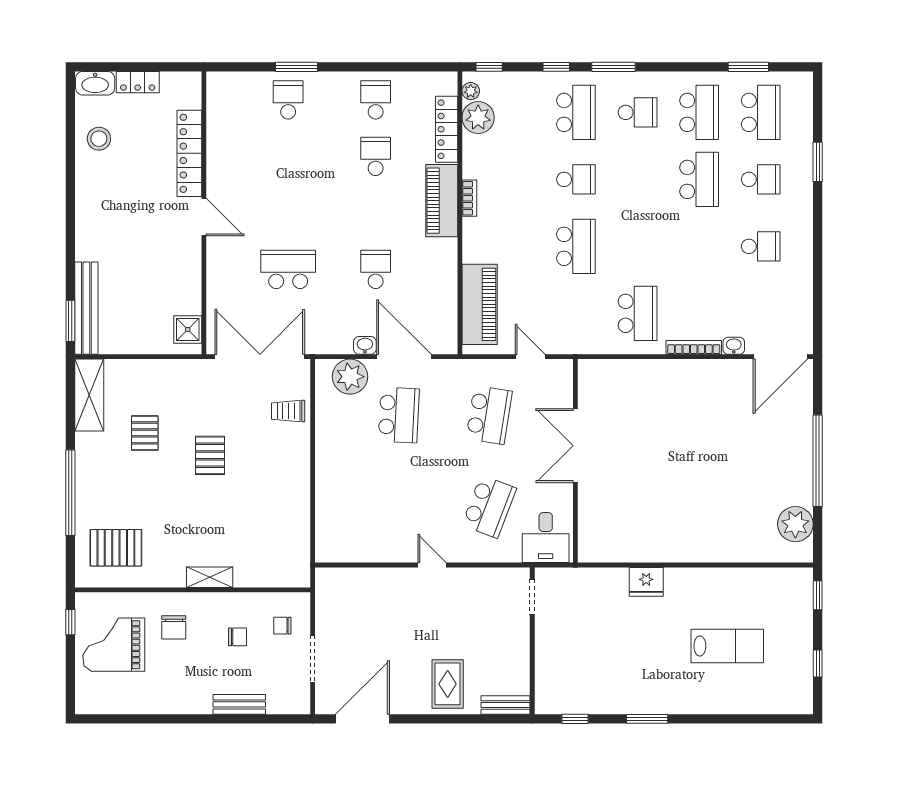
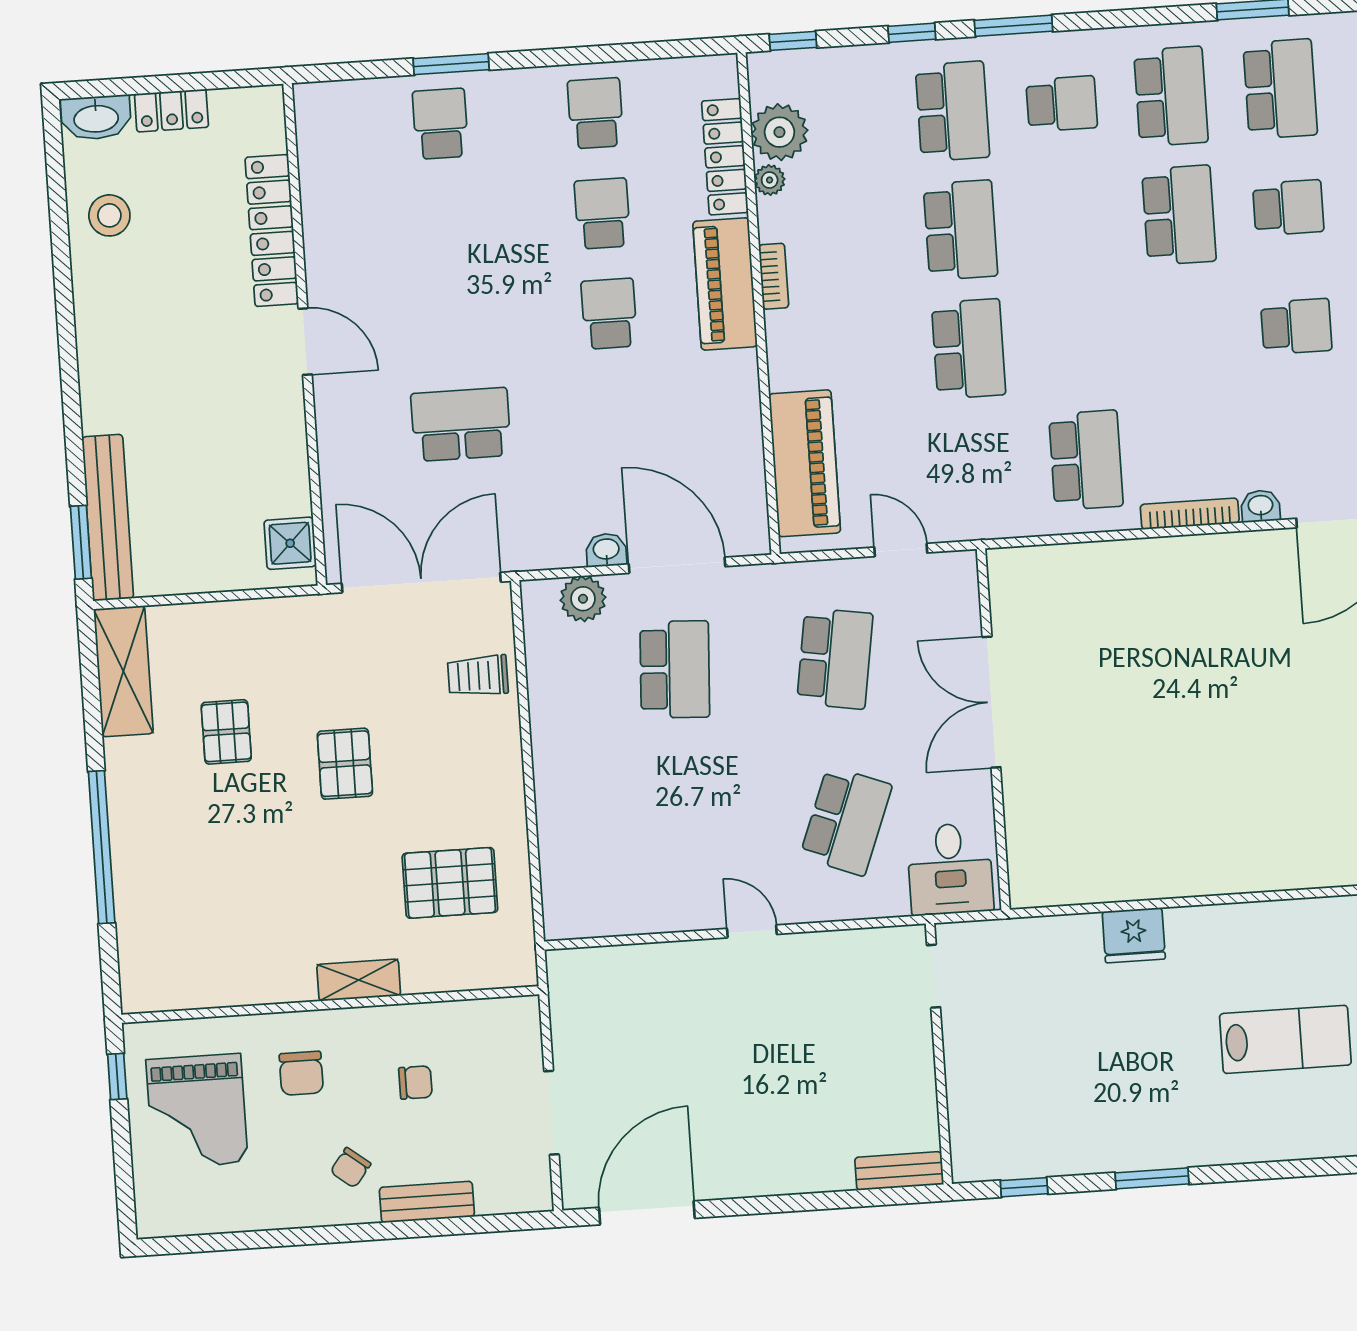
plant: (471, 91) -> (770, 180), moved
school desk: (576, 179) -> (961, 230), width x1.85
school desk: (376, 269) -> (609, 314), moved
plant: (350, 377) -> (583, 599), width x0.73, depth x0.73
pallet: (116, 548) -> (450, 883), moved
chair: (282, 626) -> (351, 1168), moved, turned -52
grand piano: (114, 645) -> (197, 1111), turned -90
rug: (448, 684) -> (794, 1140), removed

